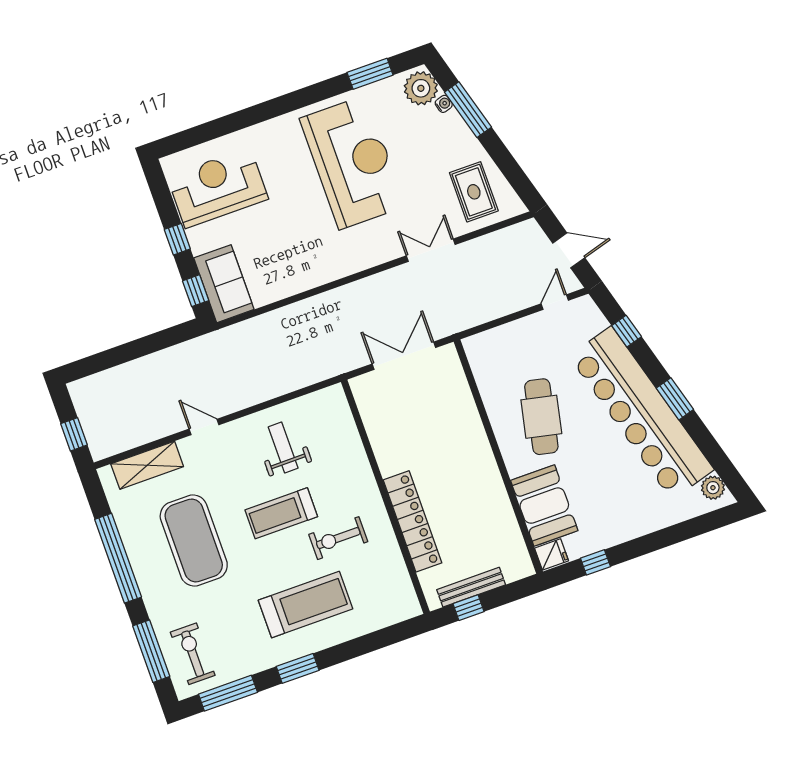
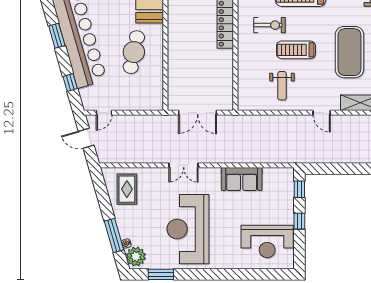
double door: (431, 250) -> (184, 165), moved
sofa: (224, 284) -> (242, 179), moved, turned -90
treadmill: (281, 513) -> (296, 50), turned 180

